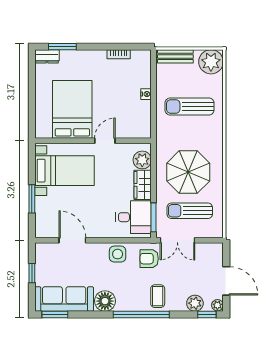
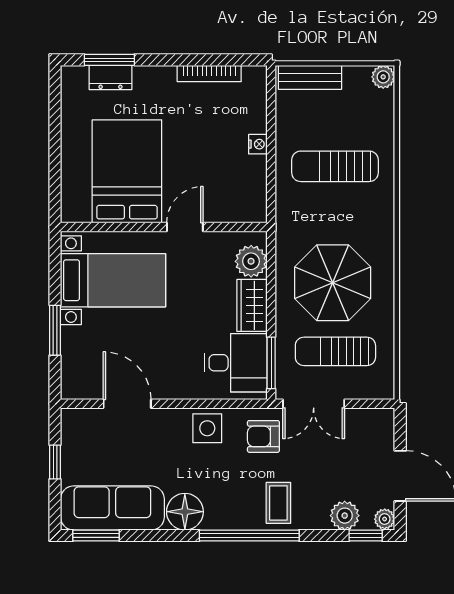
bookcase: (119, 54) -> (209, 74), width x1.56
dresser: (47, 56) -> (110, 77), moved
plant: (211, 62) -> (383, 77), width x0.53, depth x0.53

